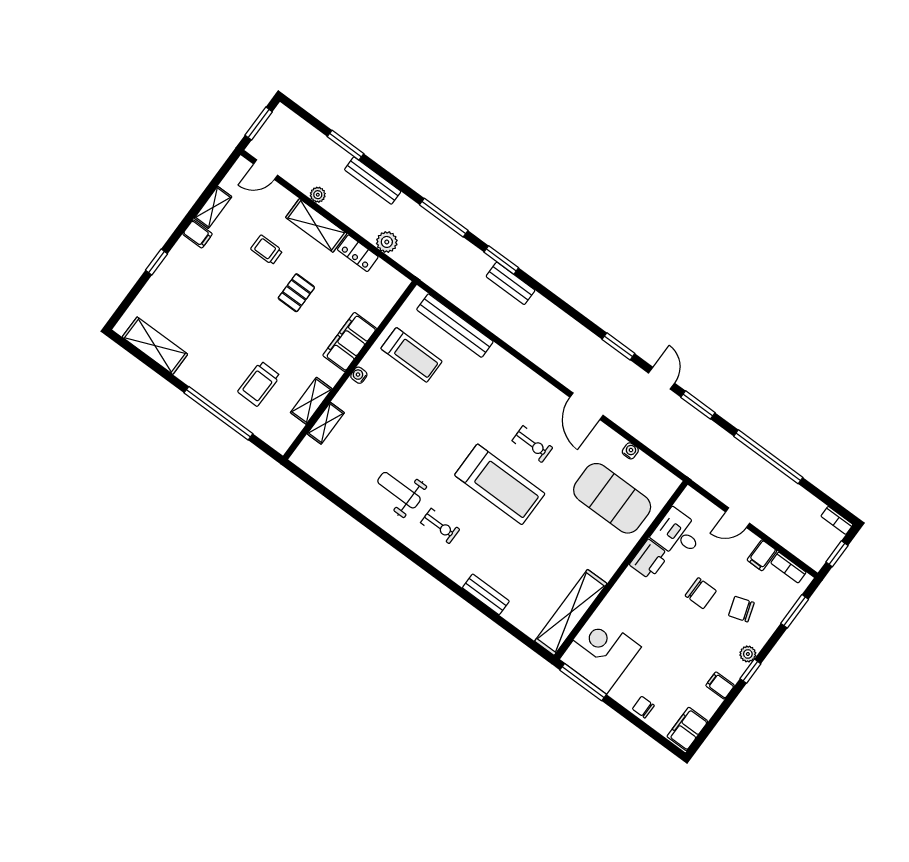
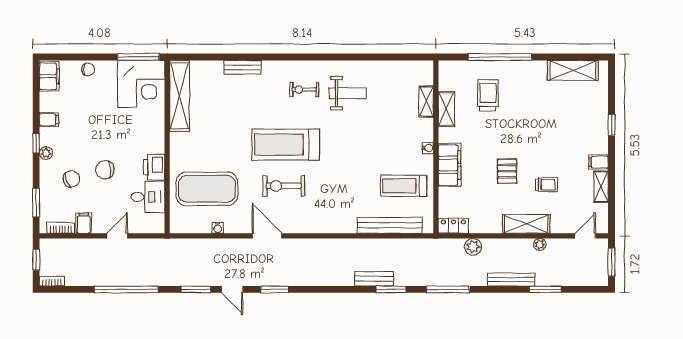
locker: (358, 253) -> (453, 226), moved
exercise bike: (532, 444) -> (284, 186), width x1.38, depth x1.39

